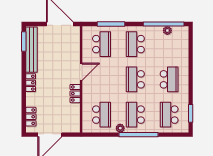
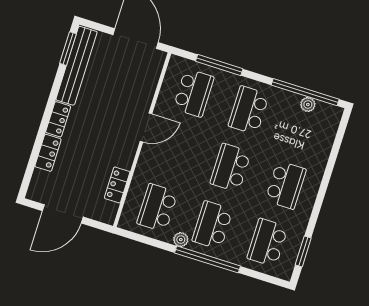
locker: (75, 94) -> (117, 185), moved
school desk: (102, 115) -> (157, 208), turned 180
locker: (31, 117) -> (48, 153), moved

